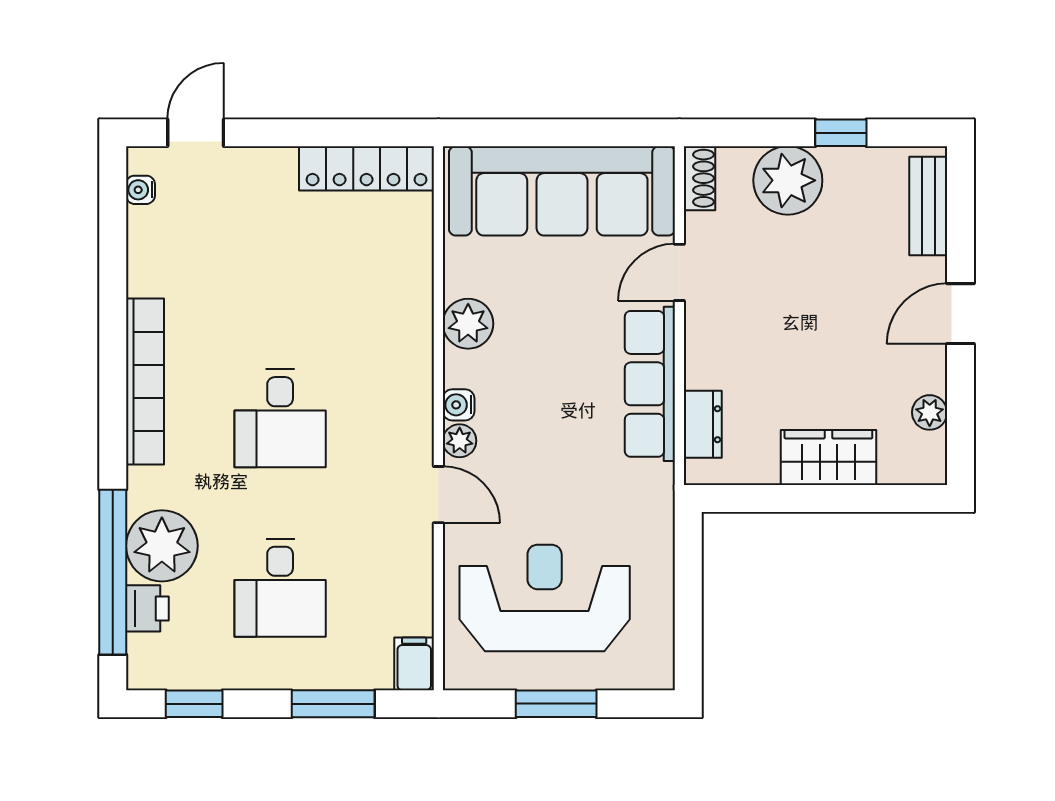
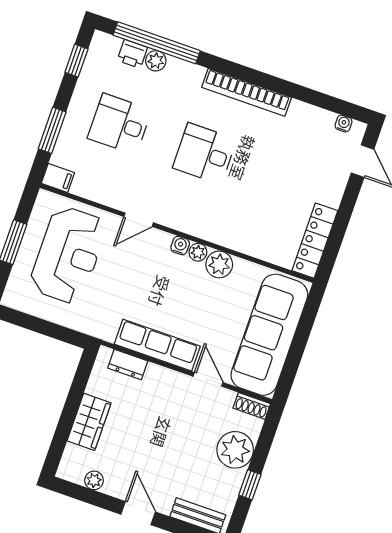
plant: (460, 441) -> (198, 252), moved
plant: (162, 546) -> (156, 61), width x0.53, depth x0.53

